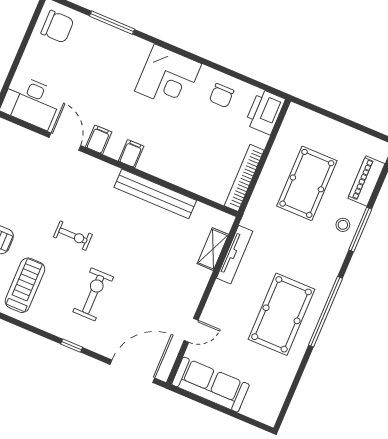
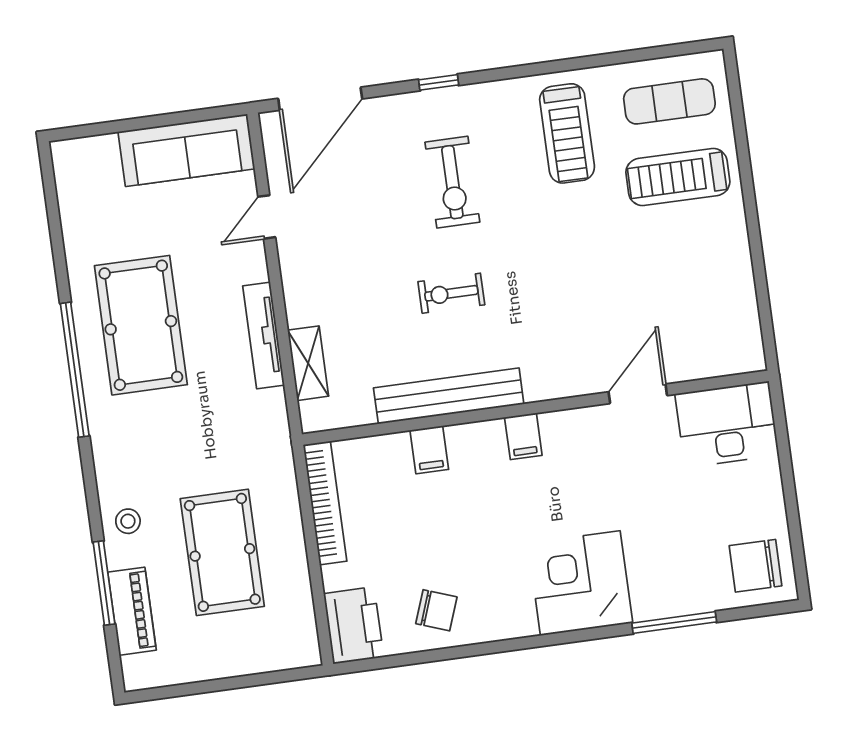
corner desk: (168, 77) -> (580, 583), moved
chair: (222, 96) -> (436, 610), turned 110
filing cabinet: (99, 140) -> (429, 450), moved
door: (65, 142) -> (638, 394), swing flipped
window: (360, 229) -> (104, 583), moved
exercise bike: (73, 236) -> (451, 293), moved
tv unit: (235, 255) -> (264, 335), moved

